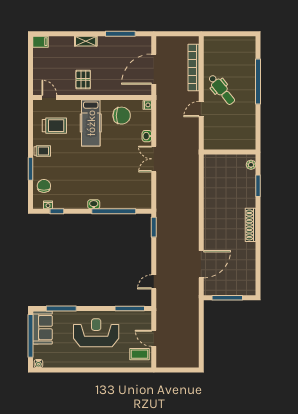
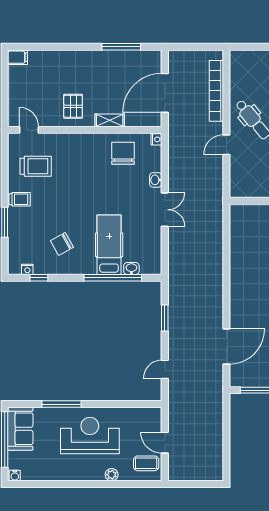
shelving: (86, 41) -> (110, 120), moved
chair: (122, 116) -> (123, 153), turned -90
hospital bed: (91, 123) -> (109, 245), moved, turned 180
double door: (154, 159) -> (165, 210), swing flipped
chair: (44, 186) -> (62, 244), moved, turned -119
washbasin: (94, 204) -> (131, 268), moved
window: (154, 227) -> (165, 318), moved
window: (61, 309) -> (62, 404), moved
window: (130, 309) -> (133, 404), removed
plant: (113, 363) -> (112, 475), added

